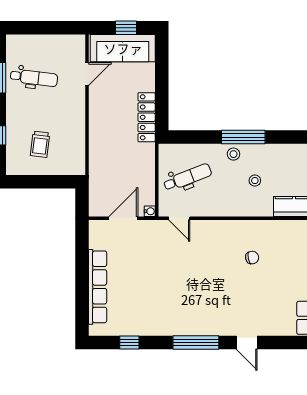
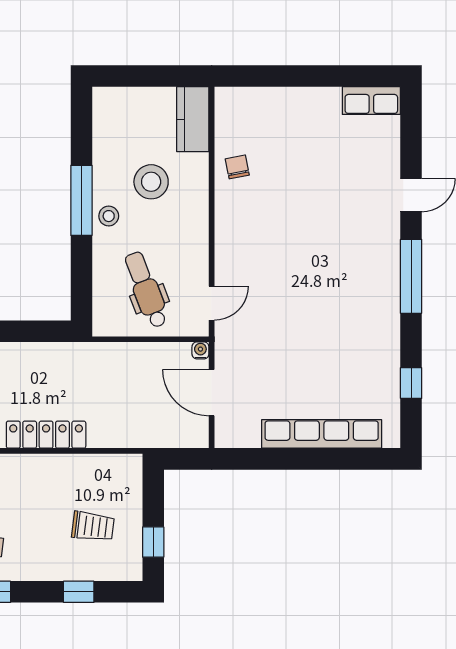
locker: (147, 117) -> (46, 435), moved, turned 180
stool: (255, 181) -> (151, 182), width x1.89, depth x1.89
window: (30, 182) -> (153, 542), added
chair: (252, 258) -> (237, 167), moved

